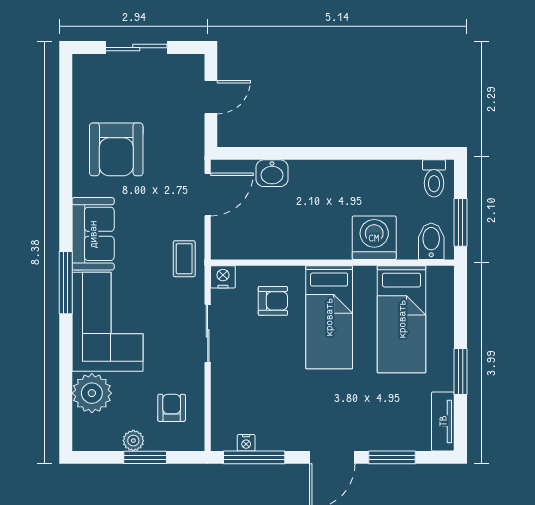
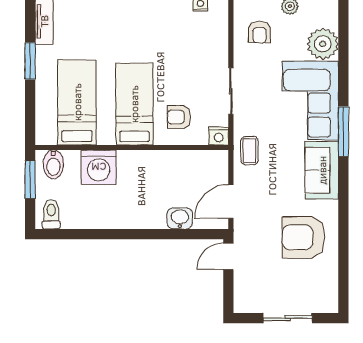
door: (211, 97) -> (228, 256), moved
armchair: (116, 149) -> (303, 237), turned -90

